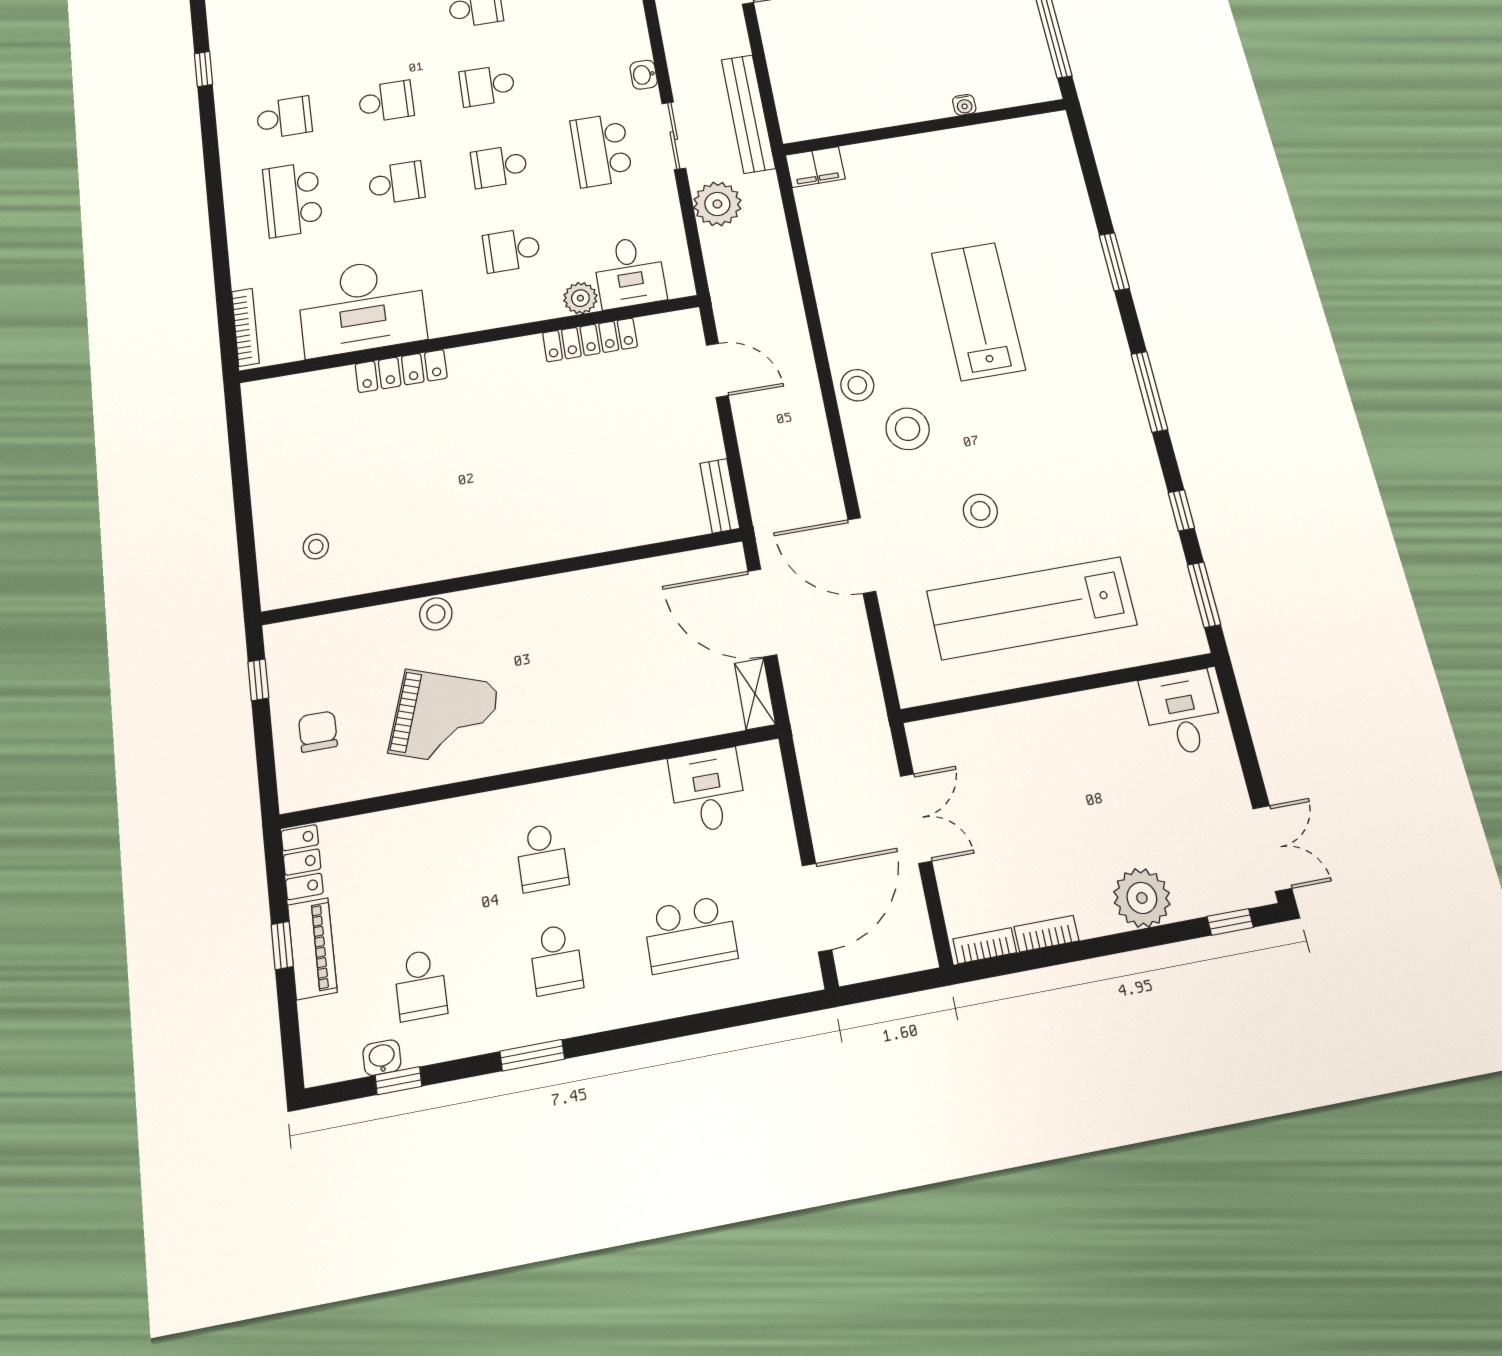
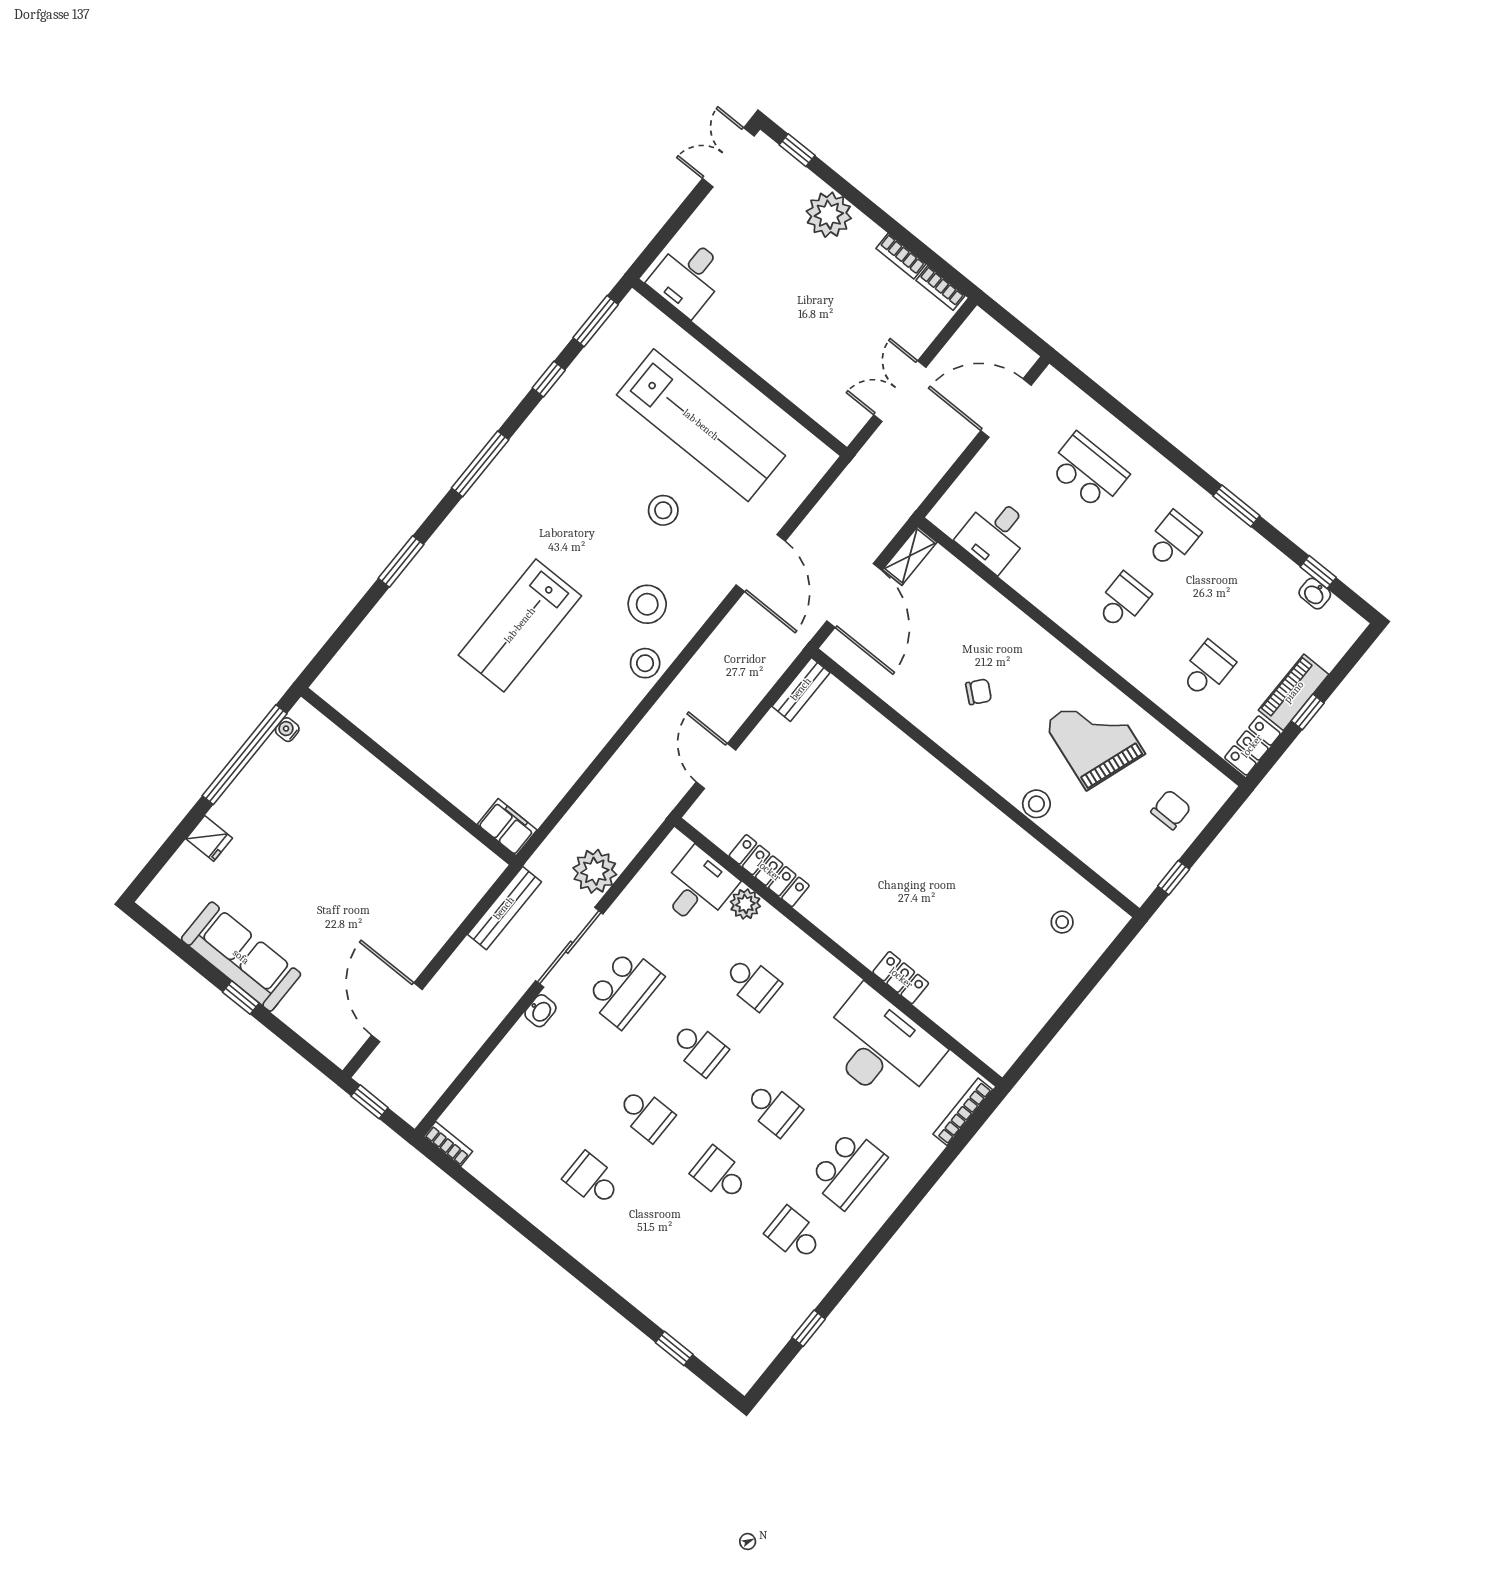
water cooler: (964, 105) -> (287, 730), moved, turned -90
bench: (748, 114) -> (504, 908), width x0.73, depth x0.82
sliding door: (674, 136) -> (569, 947), width x1.37
school desk: (396, 183) -> (773, 1109), turned 180
locker: (401, 371) -> (901, 978), width x0.66
chair: (579, 649) -> (979, 692), added
chair: (318, 732) -> (1171, 810), turned 180
school desk: (420, 985) -> (1207, 669), moved

